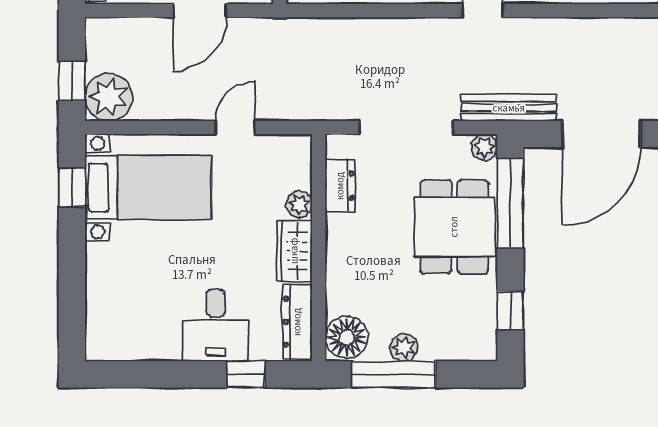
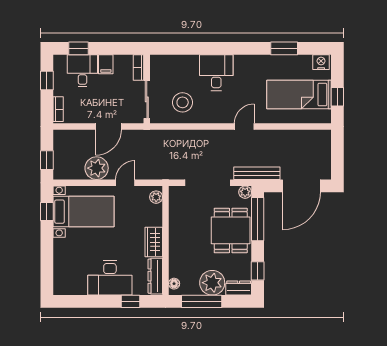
plant: (109, 97) -> (97, 168), moved
dresser: (340, 186) -> (239, 288), moved, turned -90
plant: (299, 204) -> (156, 197), moved
desk: (216, 325) -> (110, 278), width x1.37
floor lamp: (347, 337) -> (174, 284), width x0.53, depth x0.53
plant: (404, 348) -> (212, 283), width x1.88, depth x1.88

